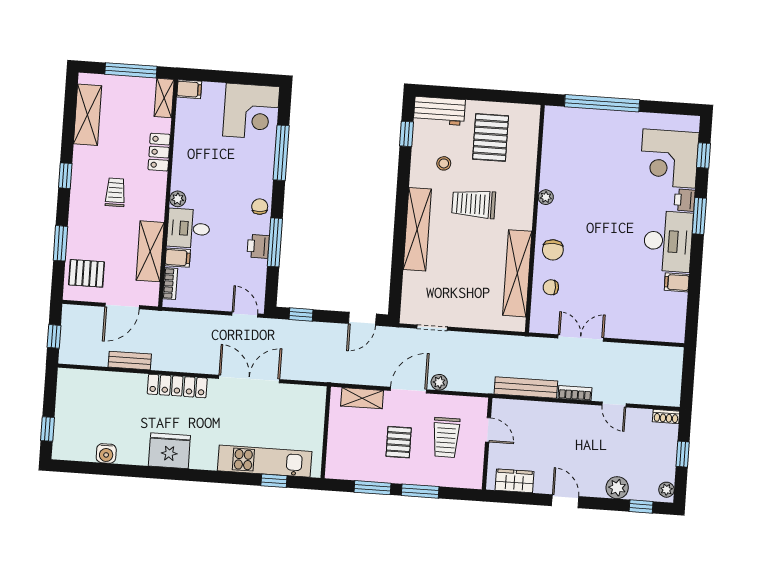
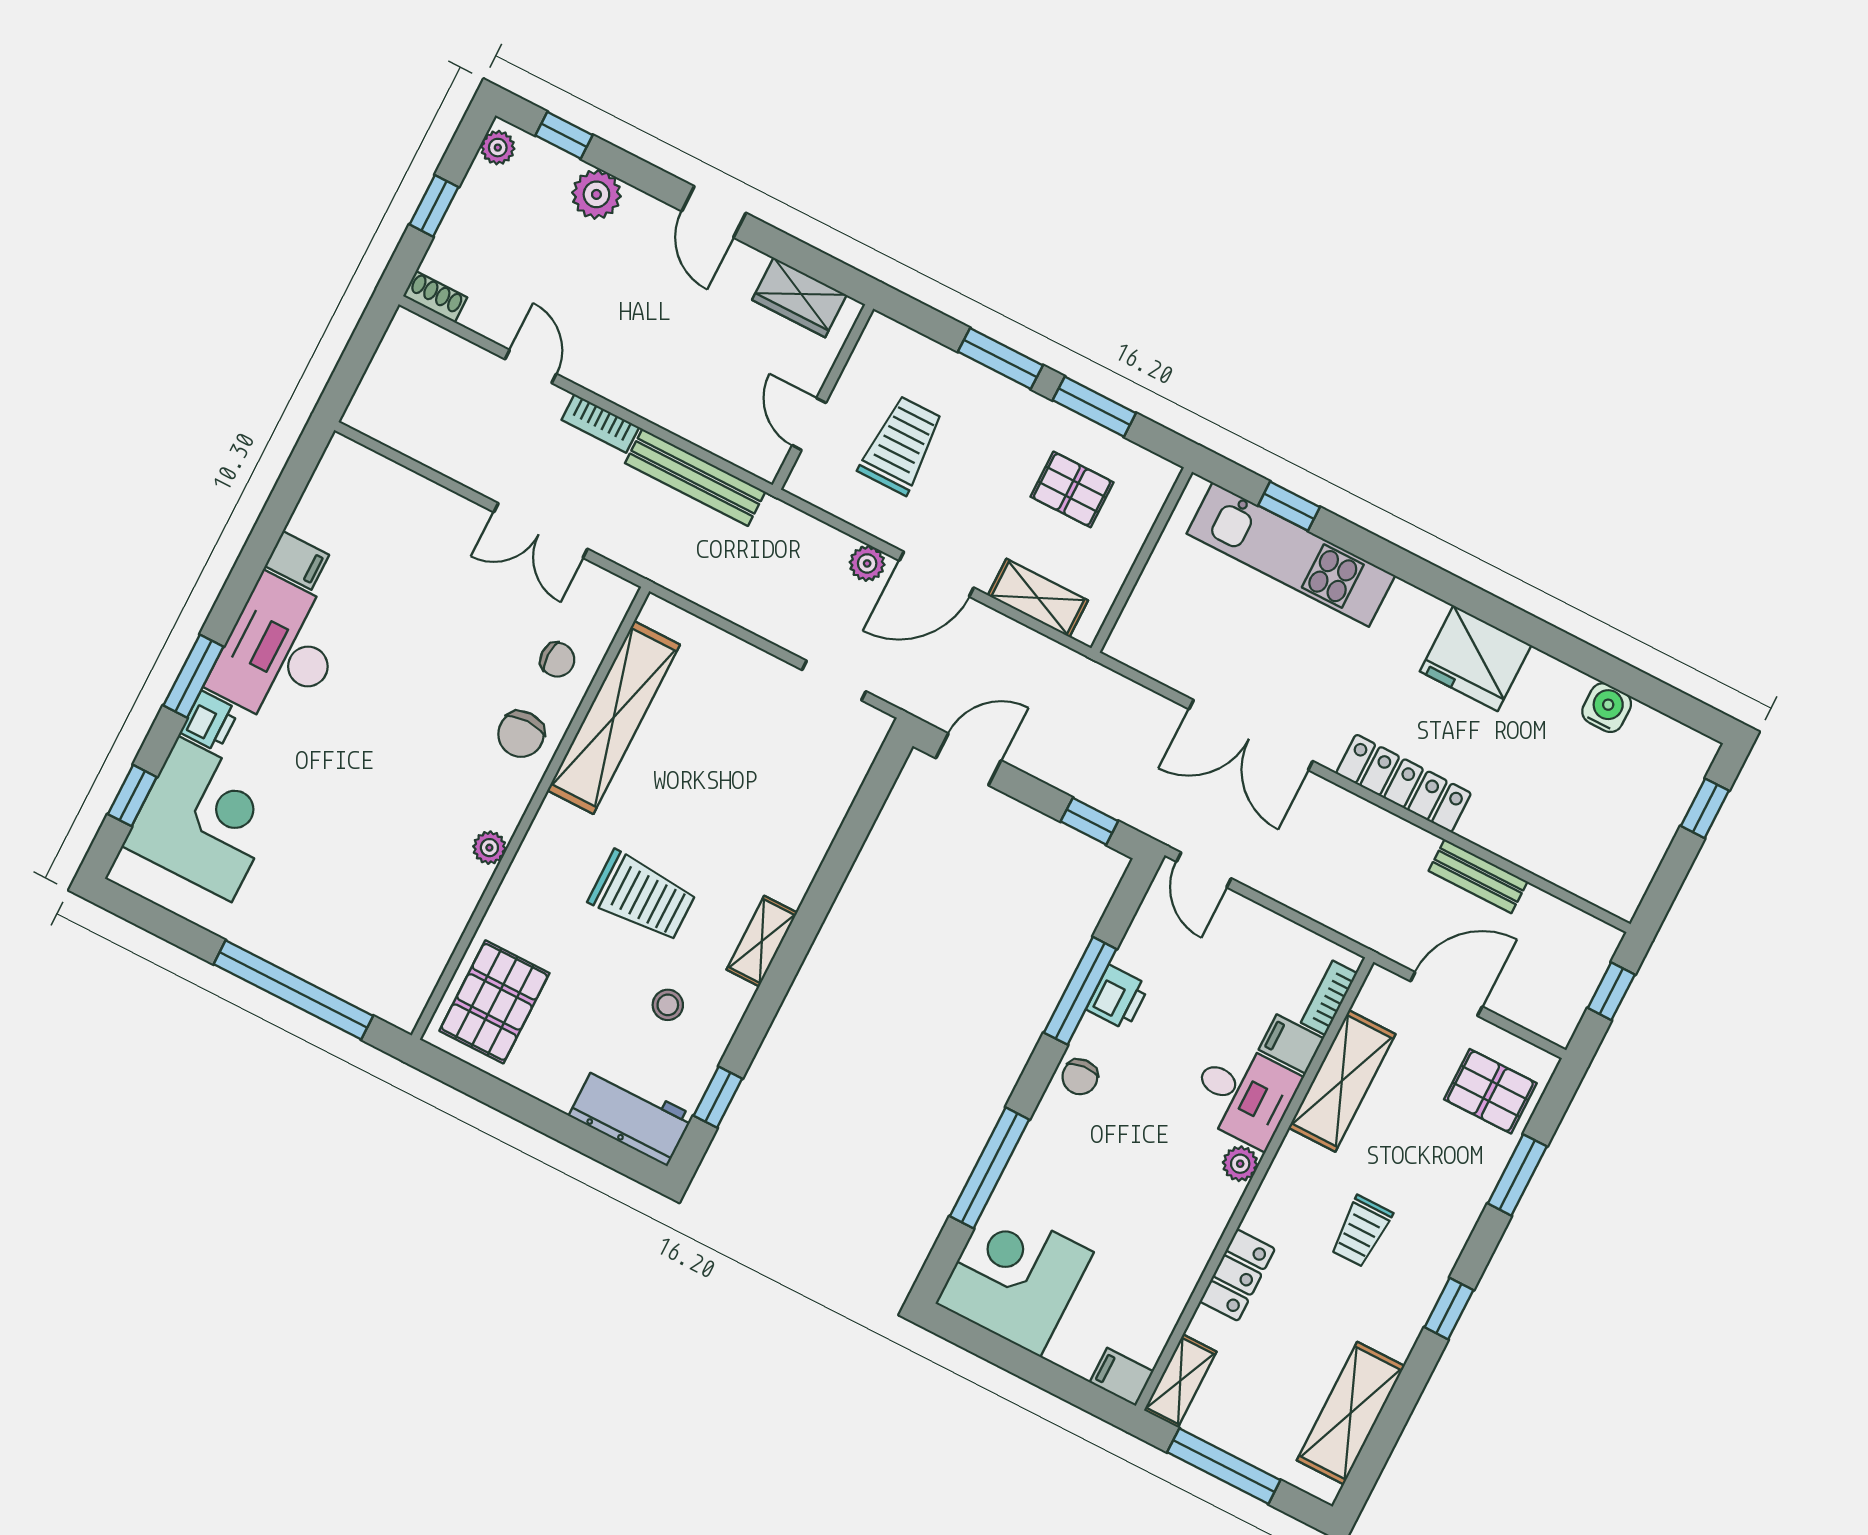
pallet: (491, 137) -> (494, 1002), moved
shelving: (417, 229) -> (762, 941), width x0.45, depth x0.75
chair: (553, 250) -> (521, 734), turned 180
pallet: (399, 442) -> (1072, 489), moved, turned 90

